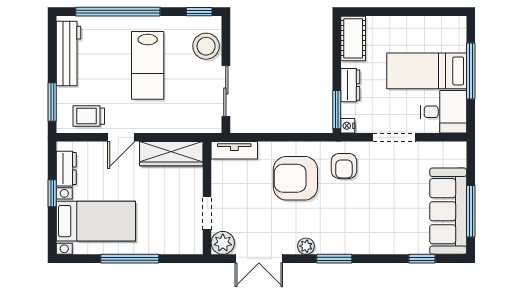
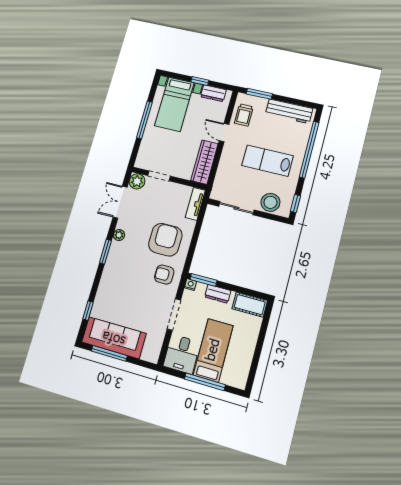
trolley: (89, 116) -> (244, 115), turned 180

